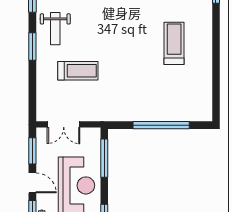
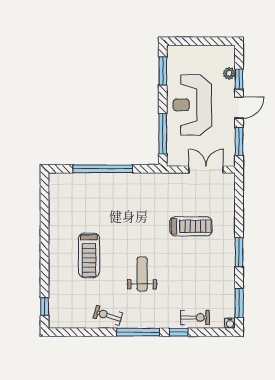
weight bench: (55, 29) -> (142, 274), moved
treadmill: (78, 71) -> (191, 226), turned 180
door: (32, 183) -> (239, 108), swing flipped

